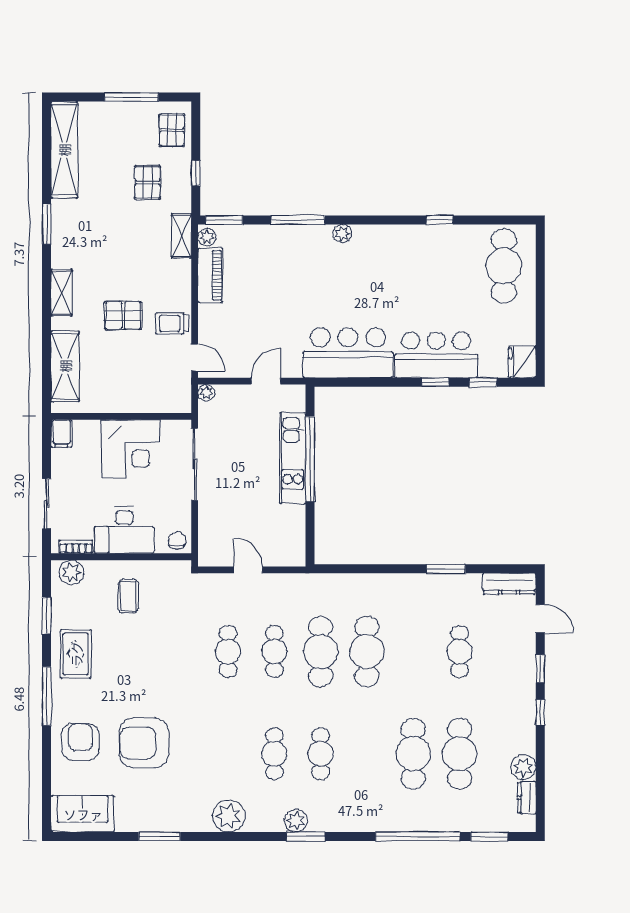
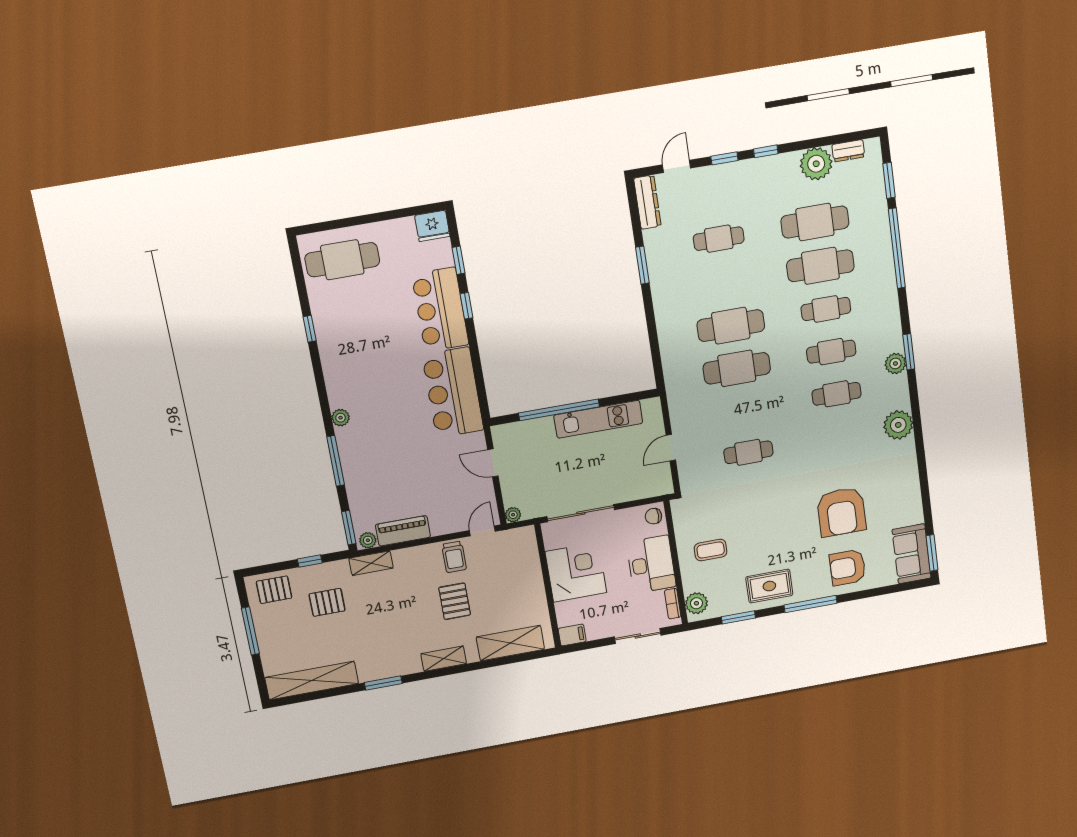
kitchen unit: (293, 458) -> (598, 419), moved
cafe table: (274, 652) -> (826, 309), moved
plant: (523, 767) -> (816, 164), width x1.36, depth x1.36
window: (160, 836) -> (932, 553), moved

